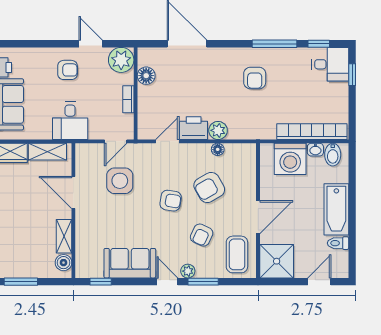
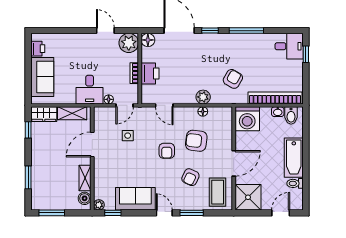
window: (319, 44) -> (210, 31), moved
armchair: (68, 70) -> (88, 51), removed
floor lamp: (146, 76) -> (148, 40), moved
armchair: (255, 78) -> (233, 79), moved, turned -150
printer: (194, 128) -> (150, 73), moved, turned 90
floor lamp: (95, 134) -> (109, 99), added
door: (167, 141) -> (164, 105), swing flipped
washing machine: (290, 159) -> (247, 119), moved
side table: (120, 181) -> (128, 136), width x0.54, depth x0.54
armchair: (209, 188) -> (196, 141), turned 37
door: (73, 192) -> (92, 145), hinge flipped
armchair: (171, 201) -> (167, 151), turned 81
plant: (188, 271) -> (99, 205), moved

